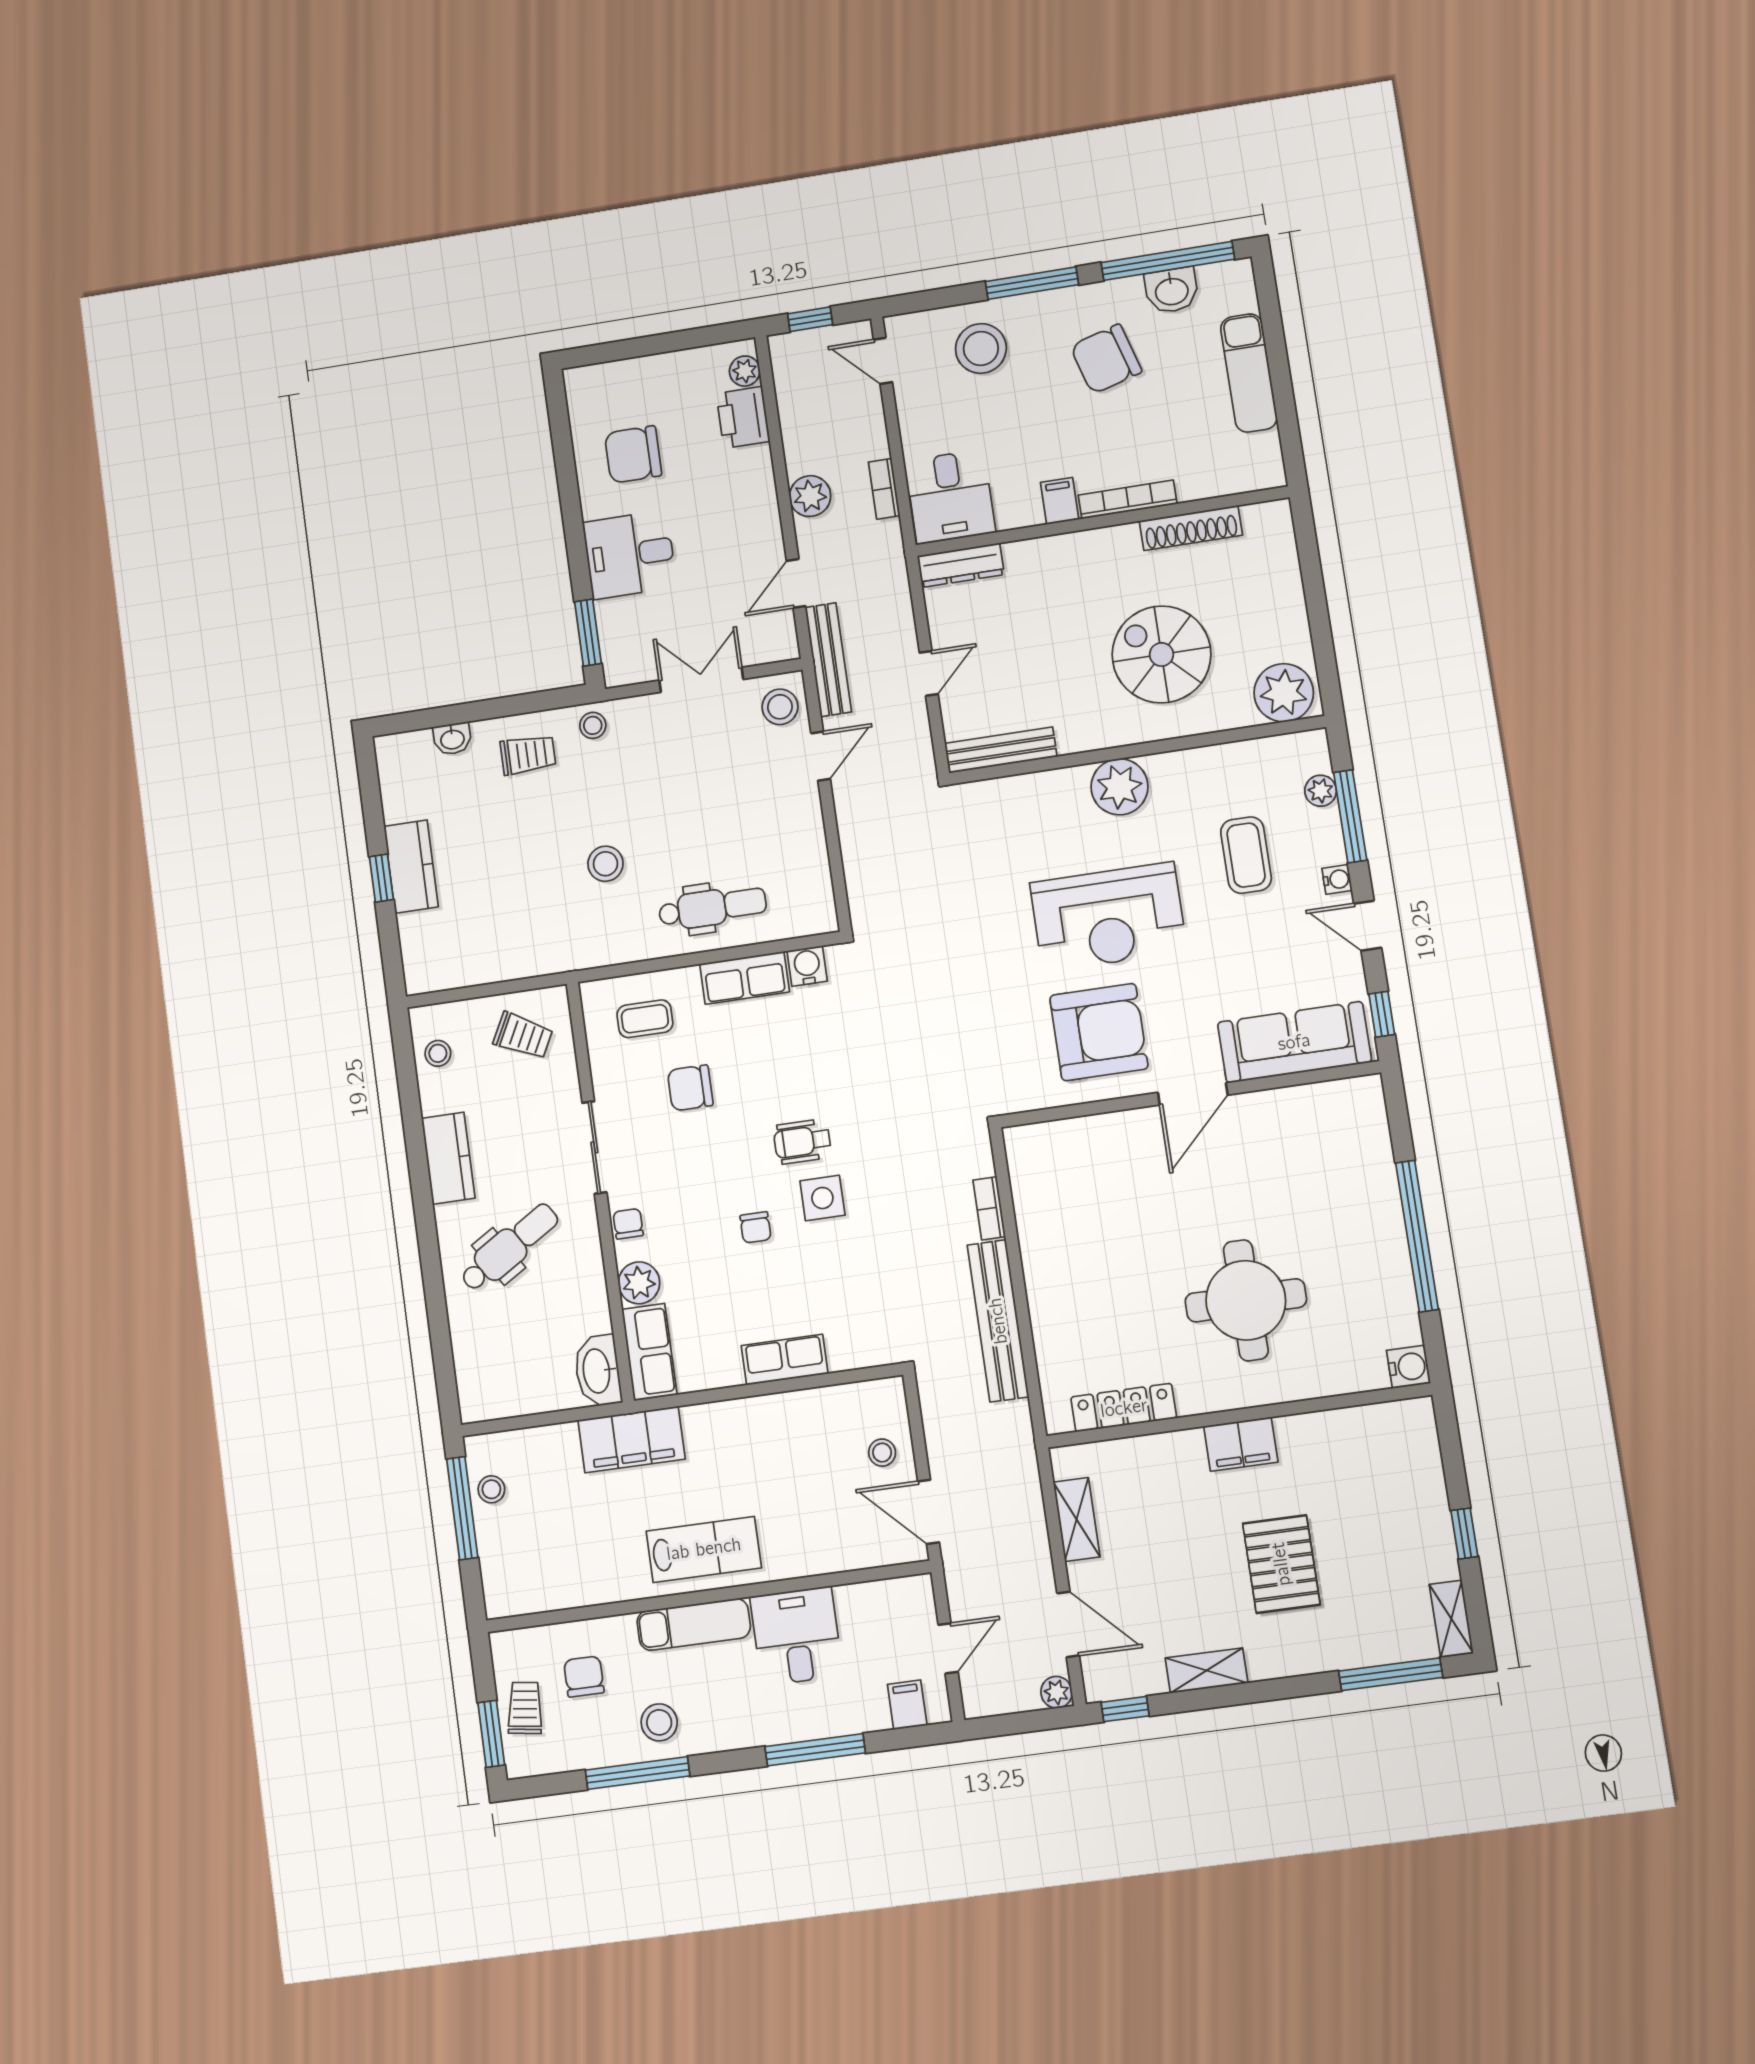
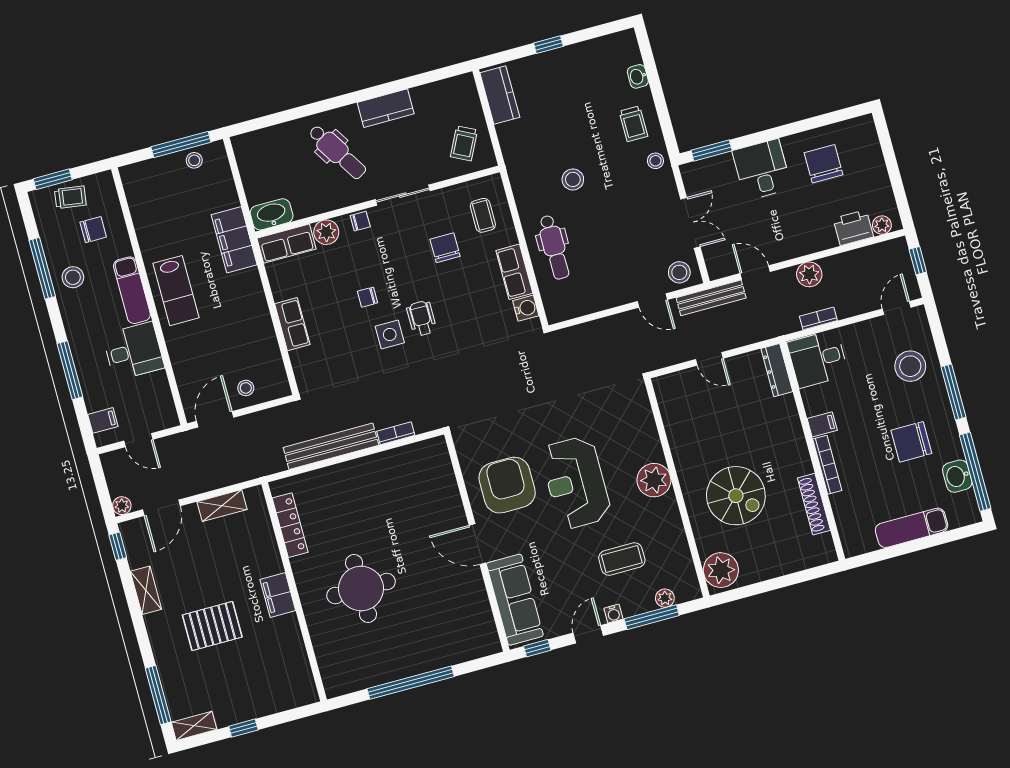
chair: (1106, 359) -> (911, 442), turned -74
spiral stairs: (1161, 654) -> (736, 496), turned 90
bench: (1001, 750) -> (668, 407), removed
kitchen counter: (411, 867) -> (500, 95), moved, turned -90
armchair: (1099, 1032) -> (507, 485), turned 180
stool: (438, 1053) -> (447, 93), removed
water cooler: (1408, 1367) -> (335, 686), removed

